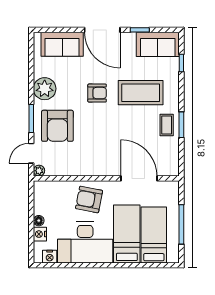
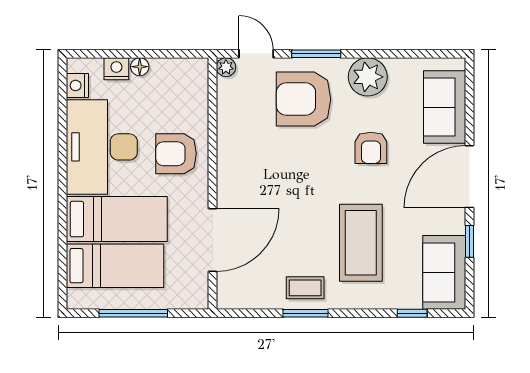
armchair: (97, 93) -> (371, 148), moved
armchair: (89, 200) -> (176, 154), turned -101

